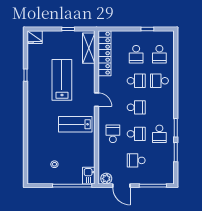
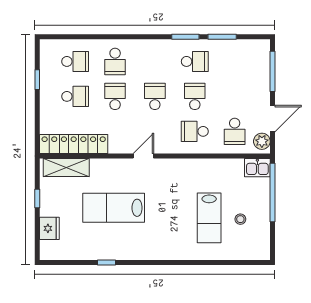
fridge: (35, 37) -> (49, 228), moved
lab bench: (75, 124) -> (209, 218), moved
school desk: (136, 160) -> (235, 131), moved

